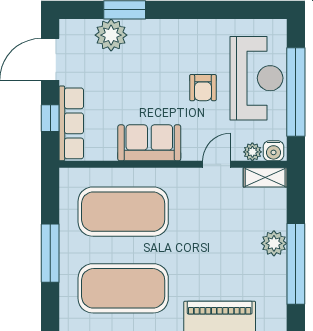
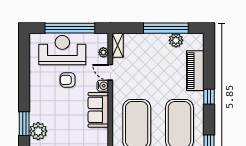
armchair: (203, 88) -> (68, 80), turned 180
water cooler: (274, 151) -> (103, 86), moved
plant: (274, 243) -> (176, 40), moved

